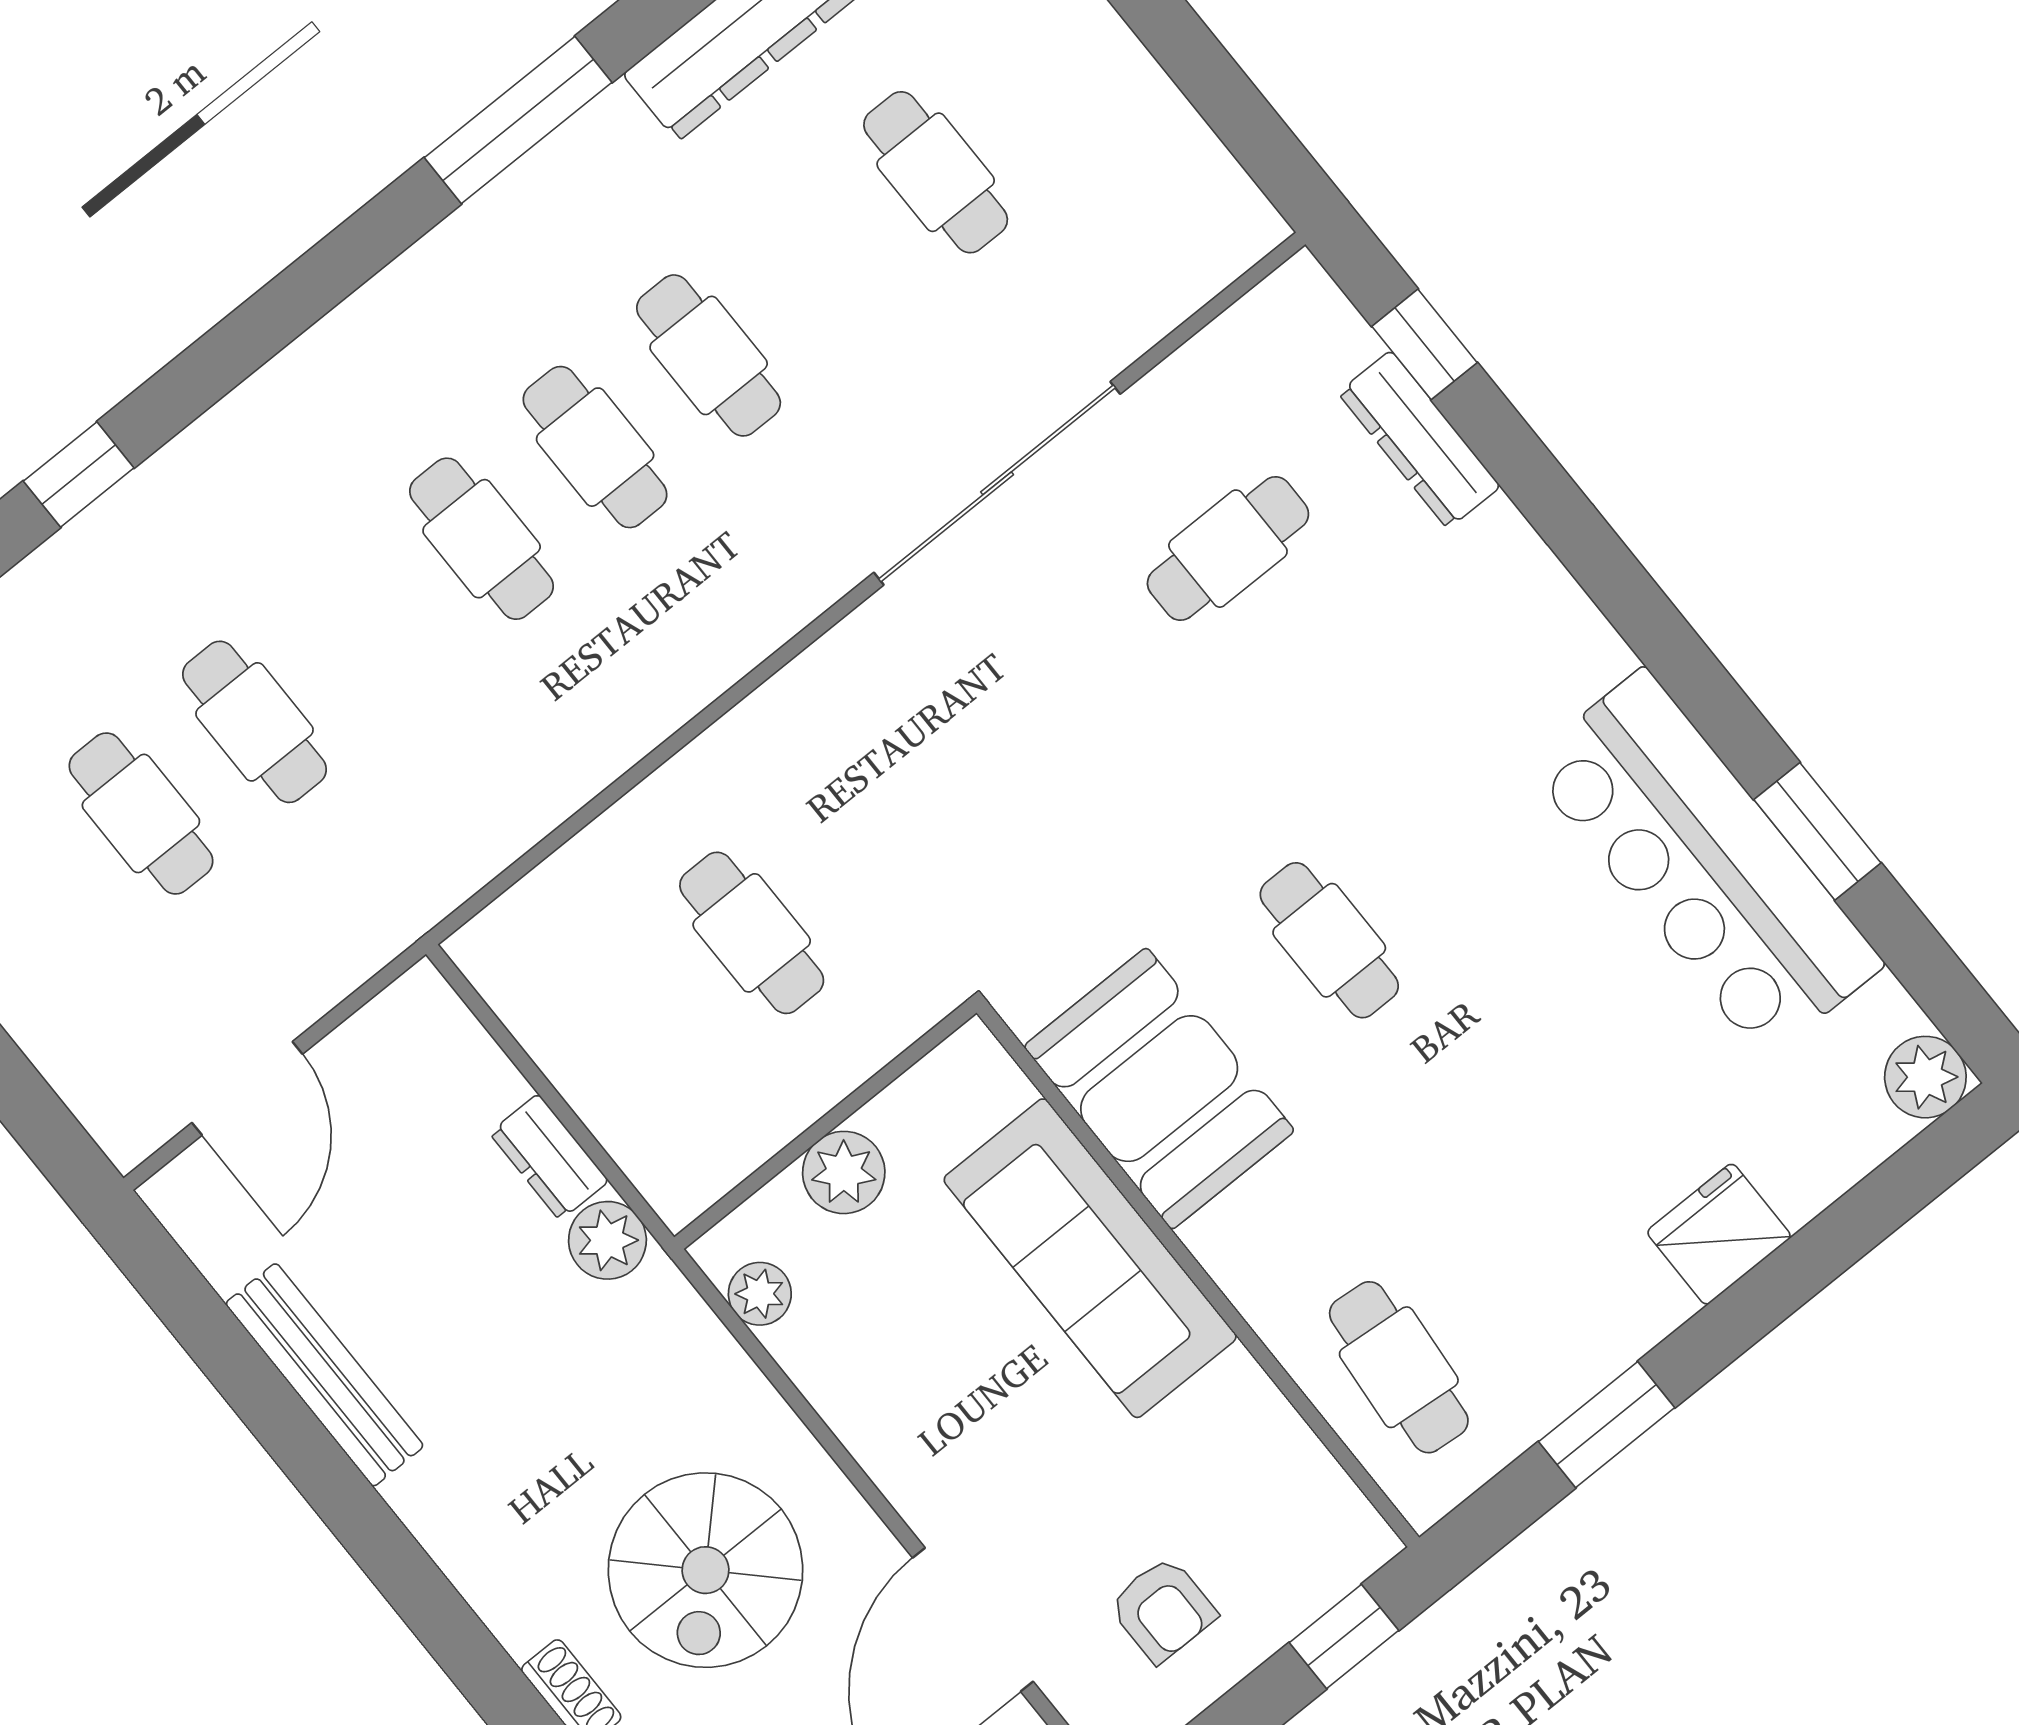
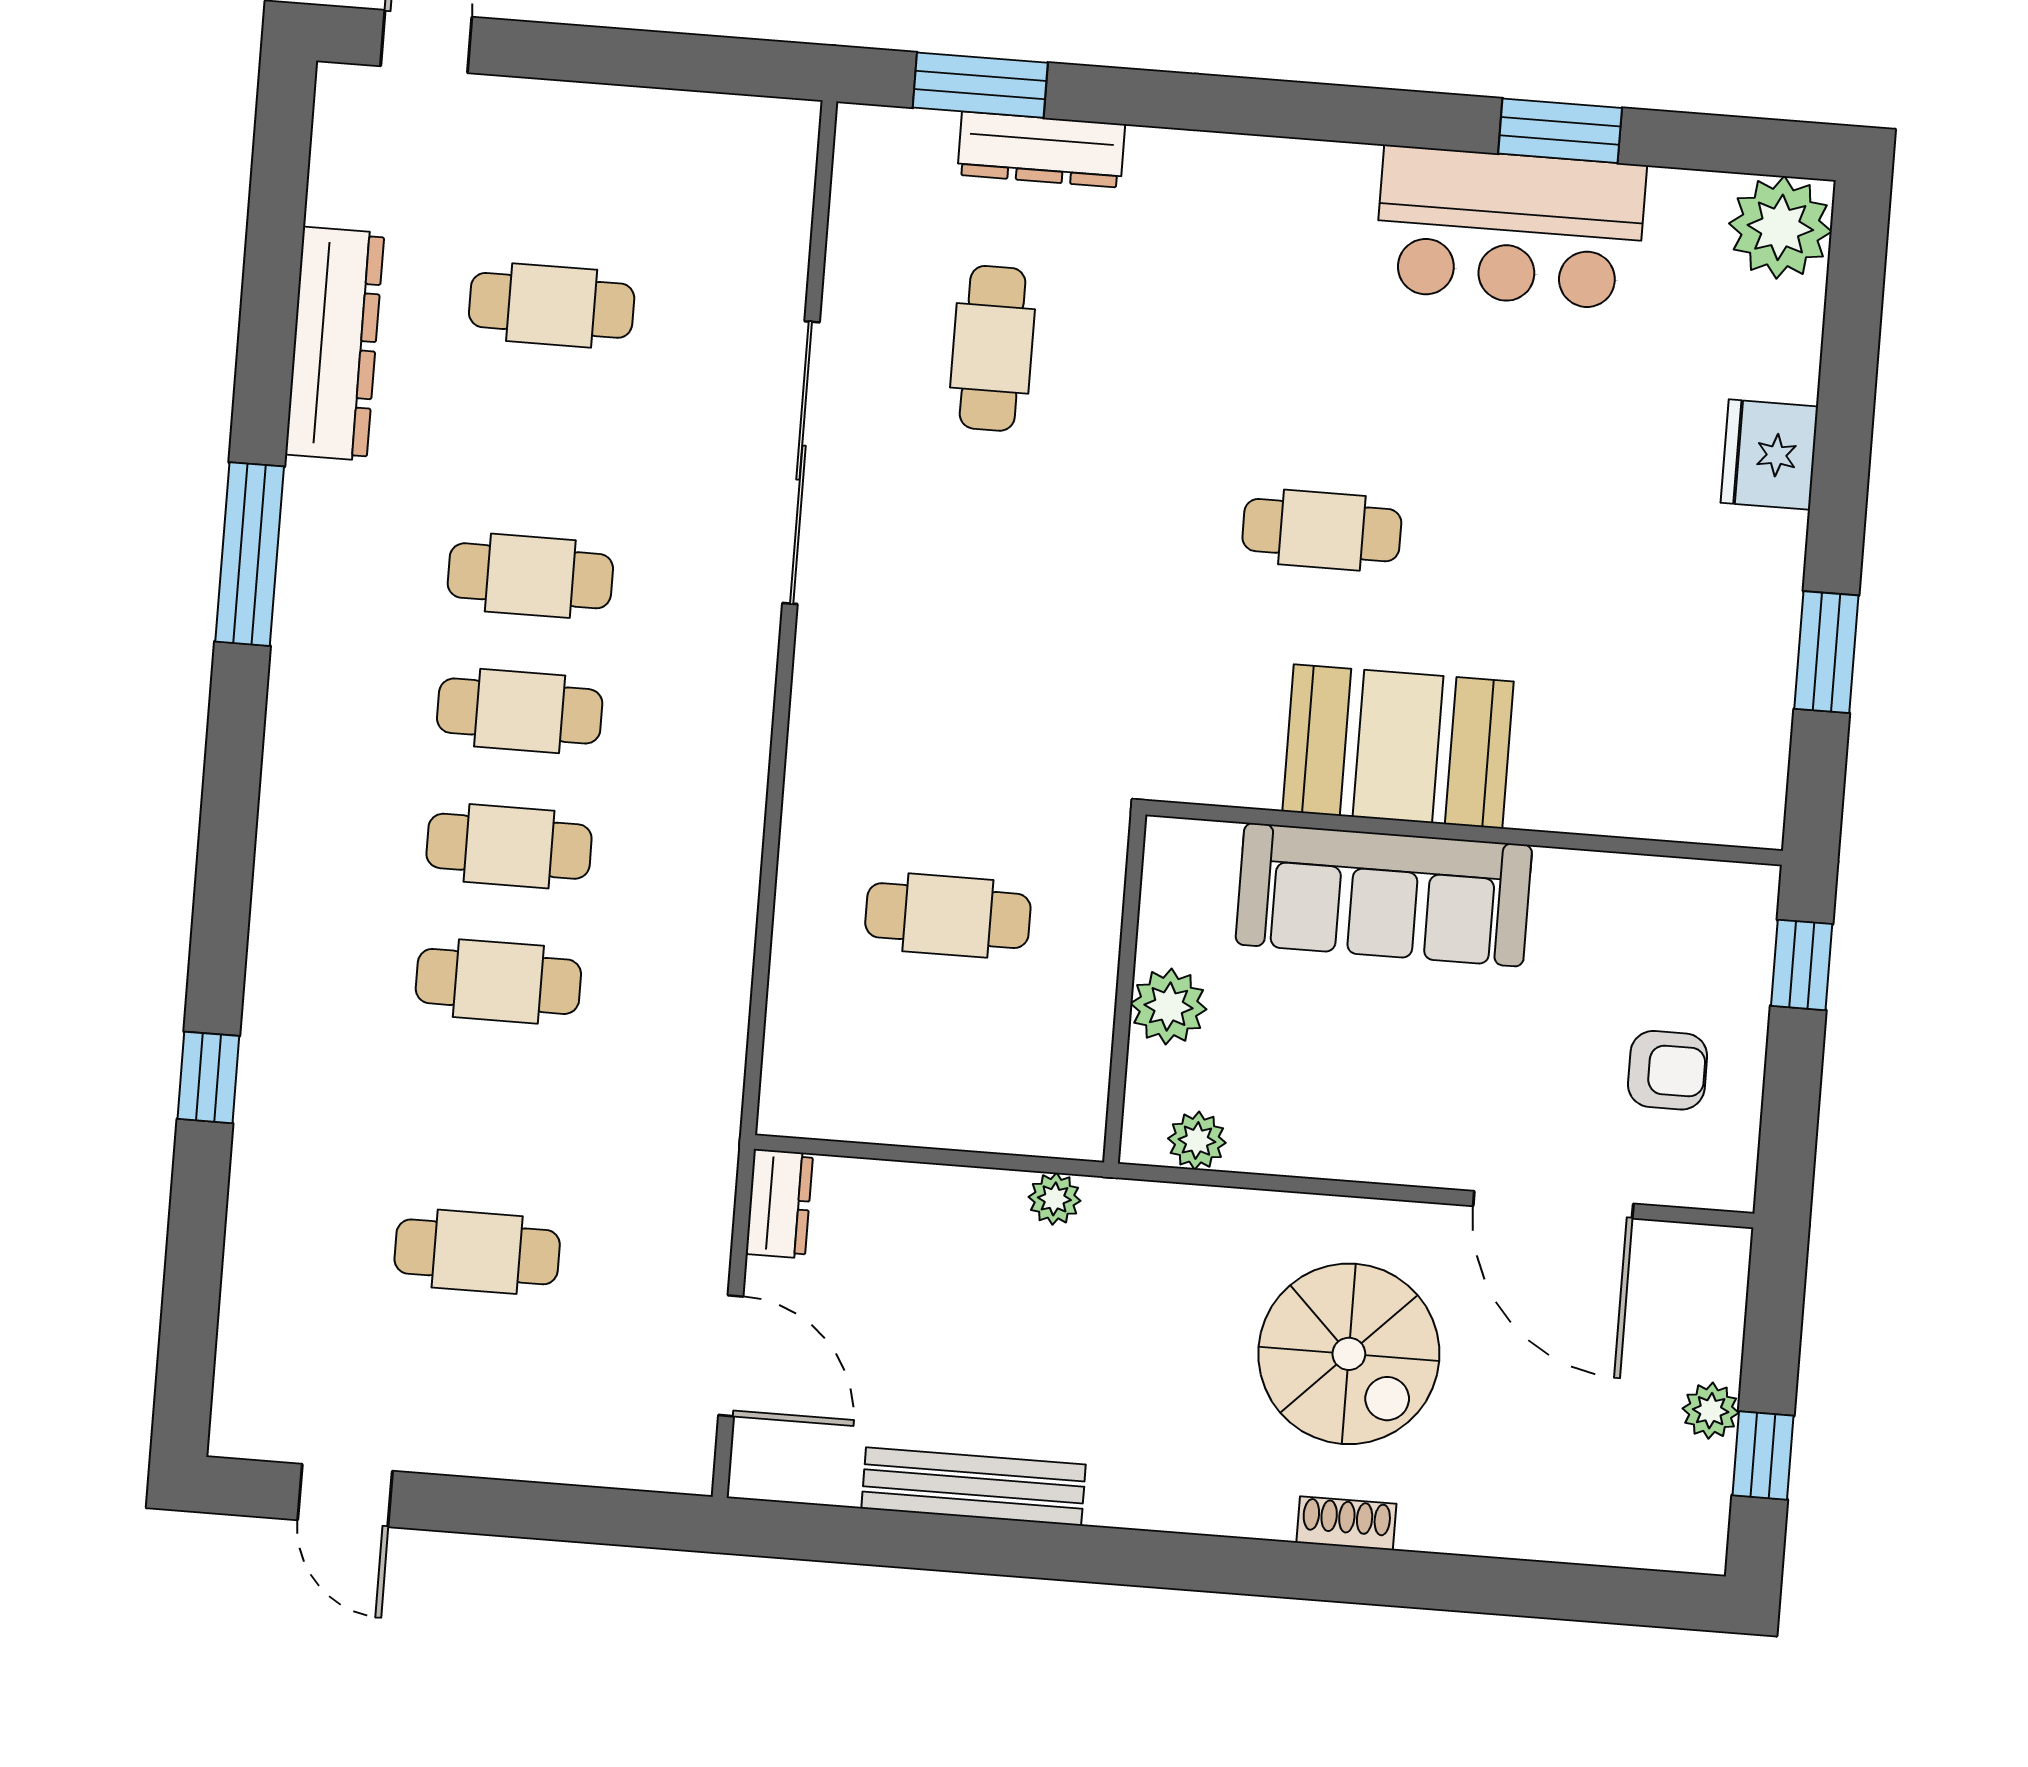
window: (1425, 344) -> (980, 85), width x1.50
cafe table: (254, 722) -> (498, 981), moved
bar counter: (1705, 864) -> (1510, 228), width x0.73
plant: (1925, 1077) -> (1780, 227), width x1.36, depth x1.36
booth: (1159, 1089) -> (1398, 746), moved
dresser: (549, 1157) -> (779, 1204), moved, turned -90
plant: (607, 1240) -> (1054, 1199), width x0.73, depth x0.73
cafe table: (1399, 1367) -> (1655, 756), removed

